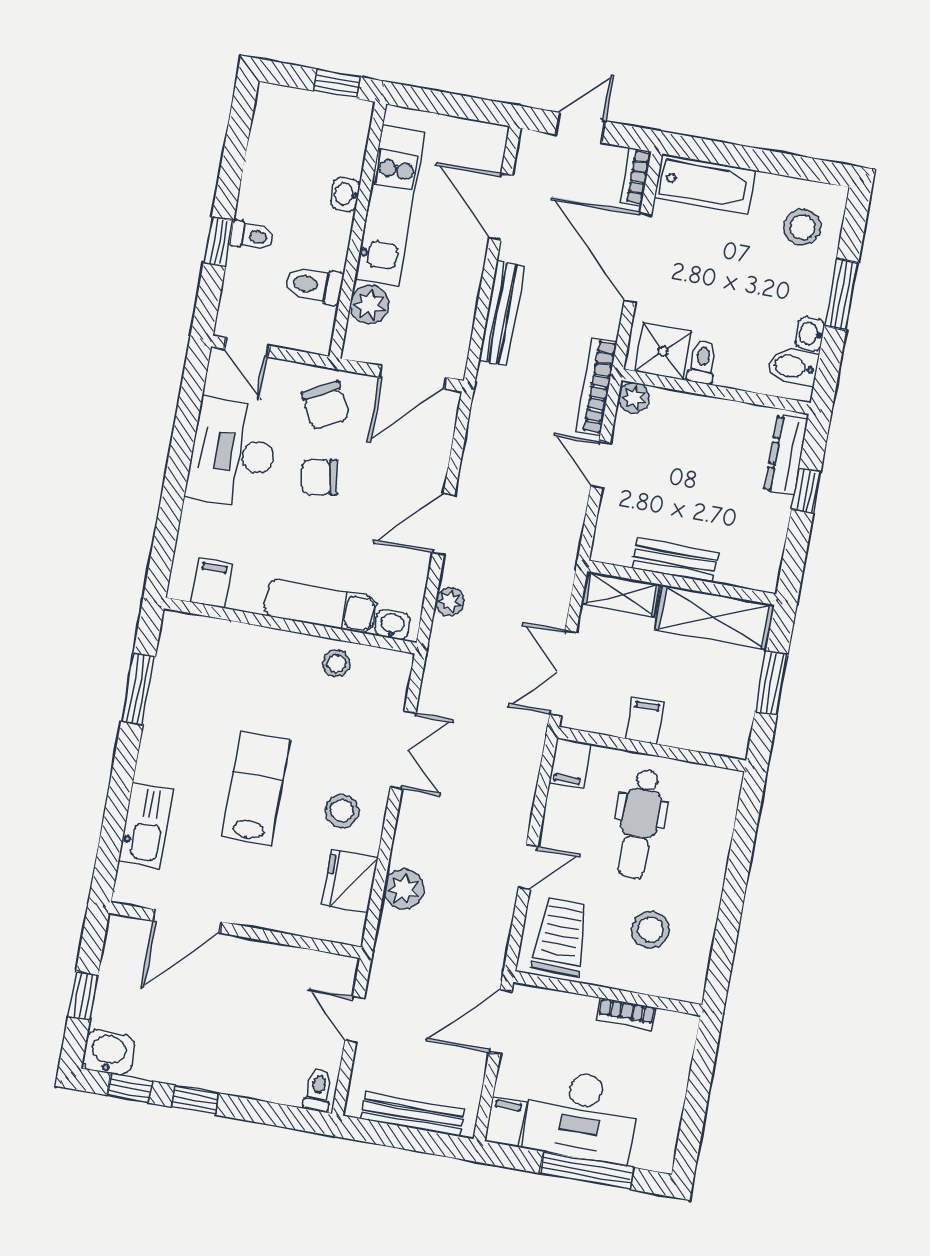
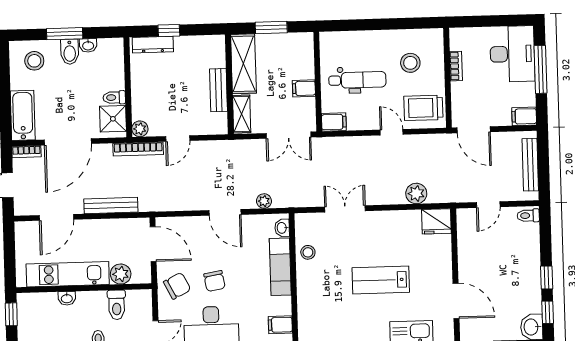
bidet: (793, 367) -> (70, 52), moved
stool: (342, 811) -> (383, 234), removed
fridge: (350, 881) -> (436, 221), moved
desk: (581, 1116) -> (512, 54), moved

